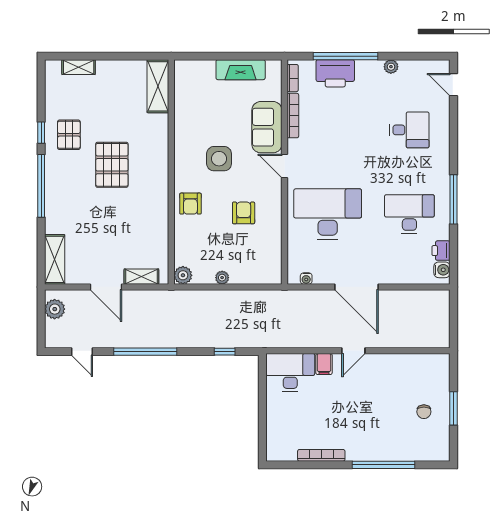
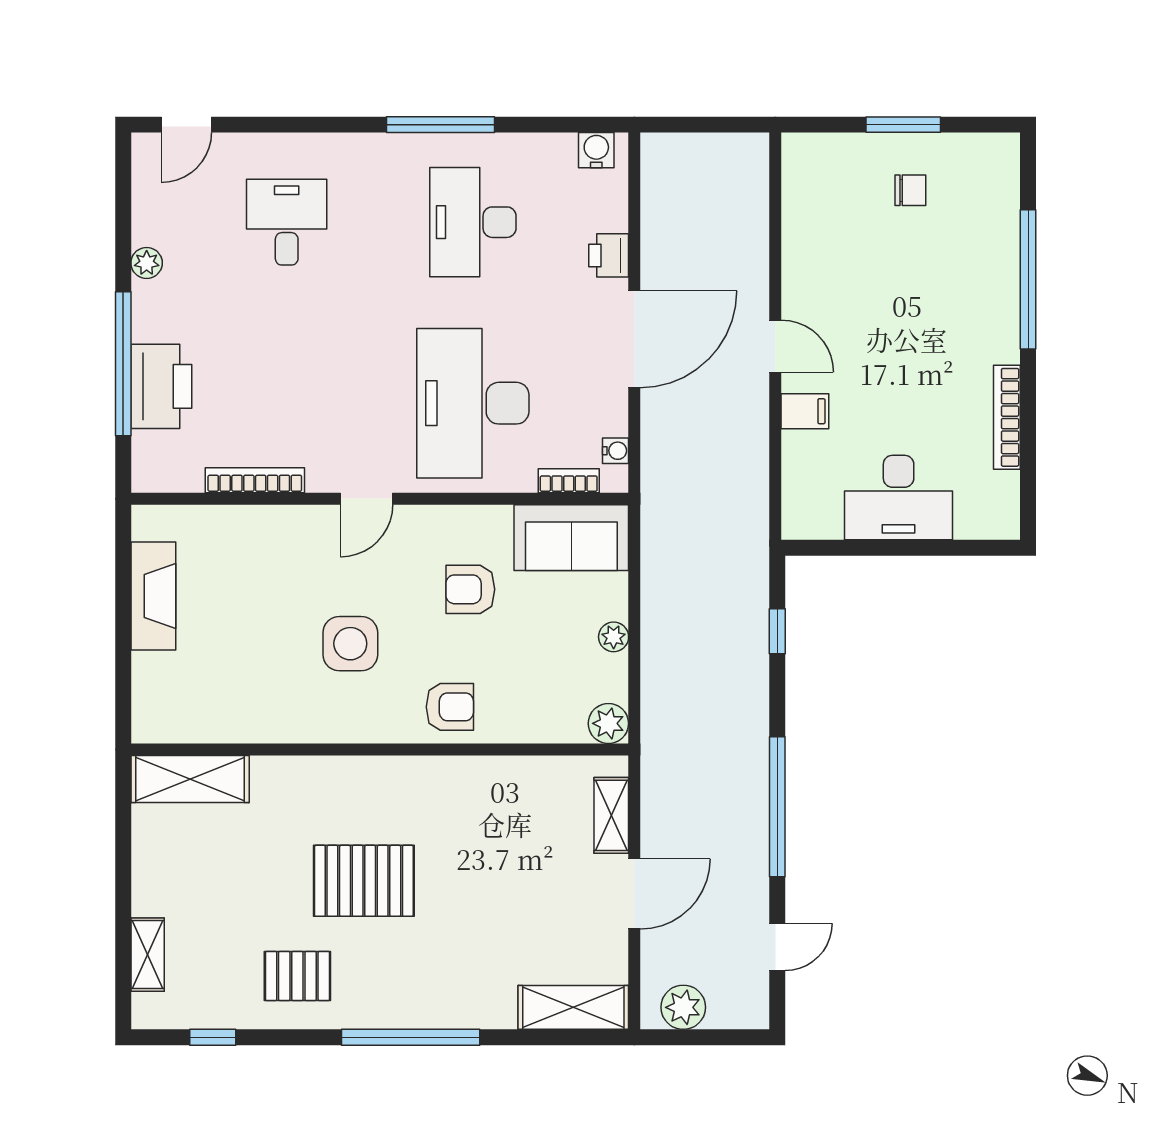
bookcase: (293, 78) -> (569, 481), moved
sofa: (267, 127) -> (571, 538), moved
window: (41, 133) -> (213, 1037), moved
printer: (441, 251) -> (609, 255), moved, turned 90
desk: (290, 372) -> (899, 498), moved, turned -90

